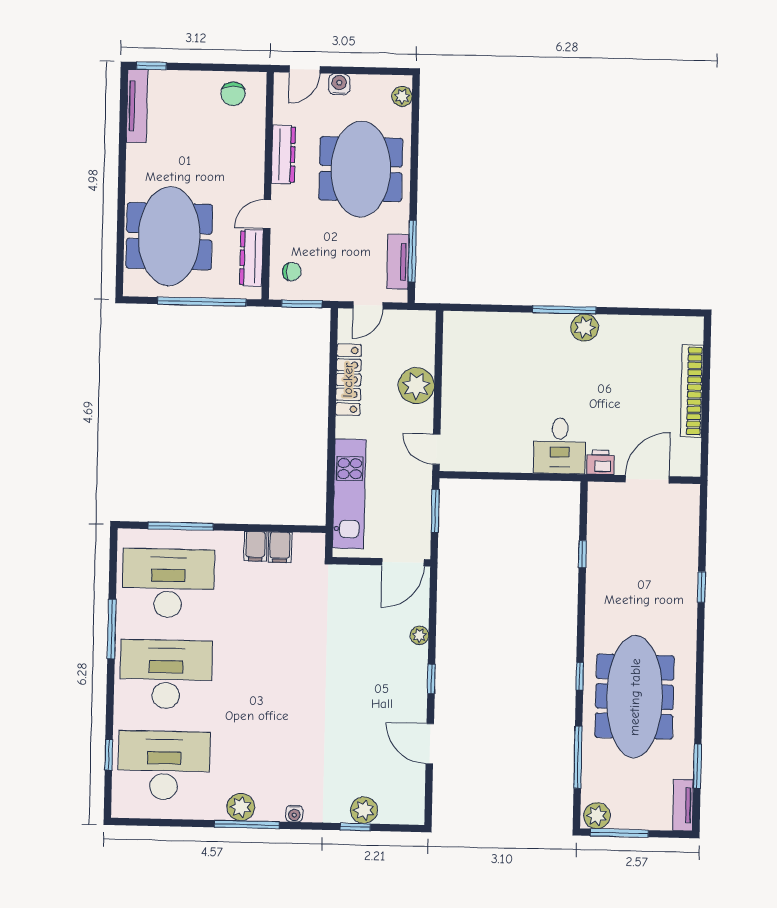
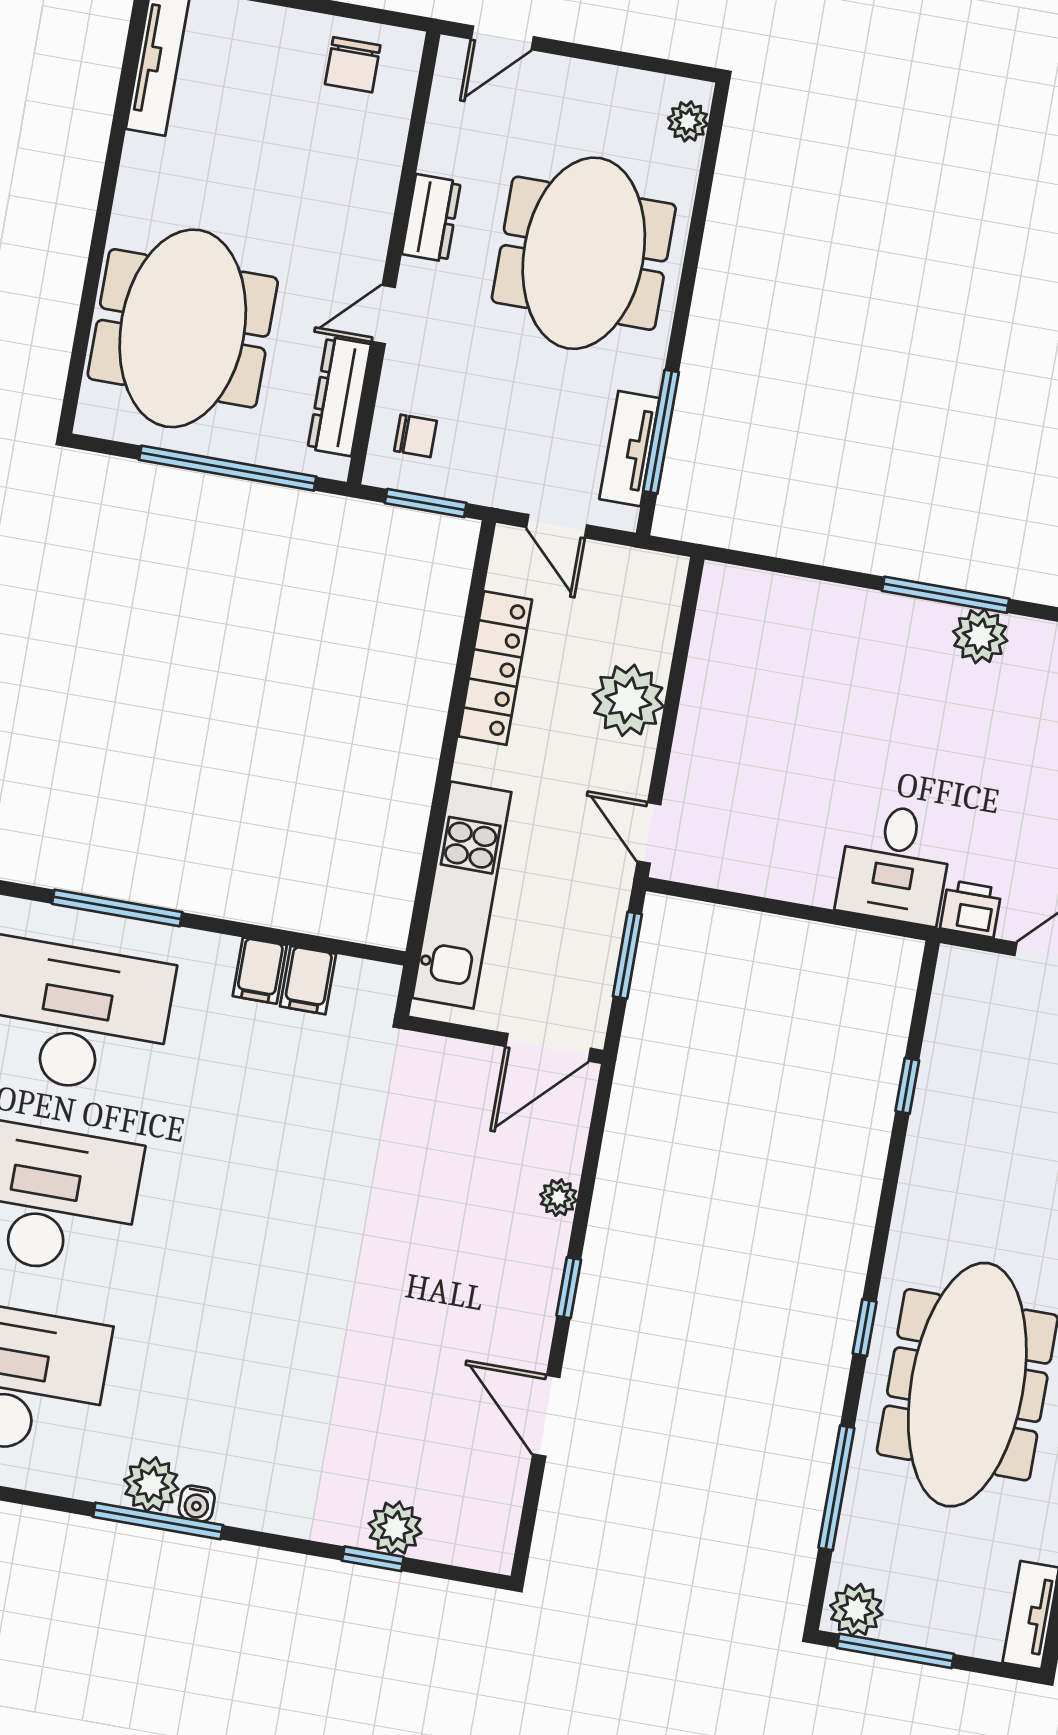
water cooler: (339, 84) -> (567, 78), removed
dresser: (283, 154) -> (431, 218), width x0.70
door: (368, 305) -> (557, 526), hinge flipped
water cooler: (294, 814) -> (197, 1503), moved

